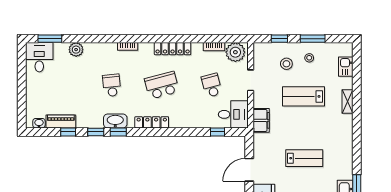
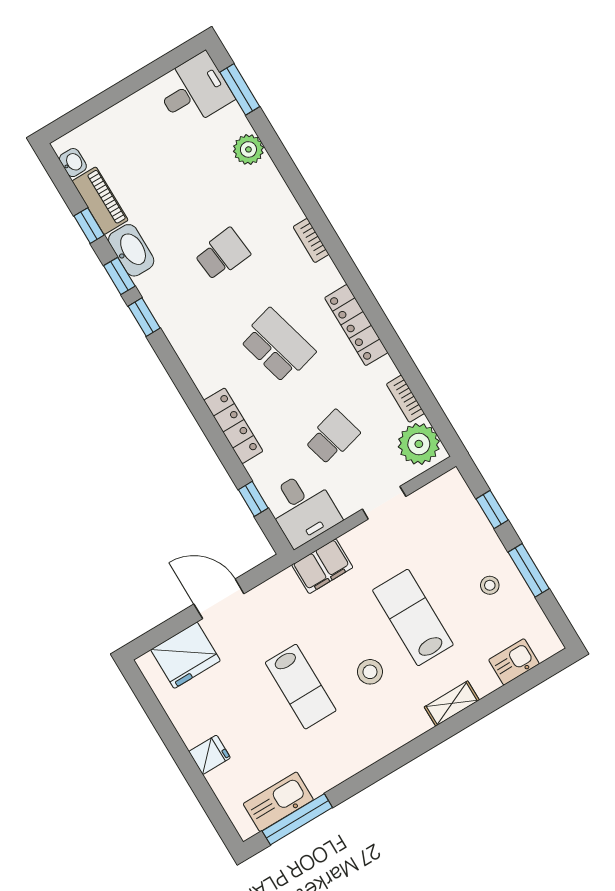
stool: (286, 64) -> (370, 672), moved
washbasin: (115, 121) -> (131, 250), moved
locker: (152, 122) -> (233, 426), moved

